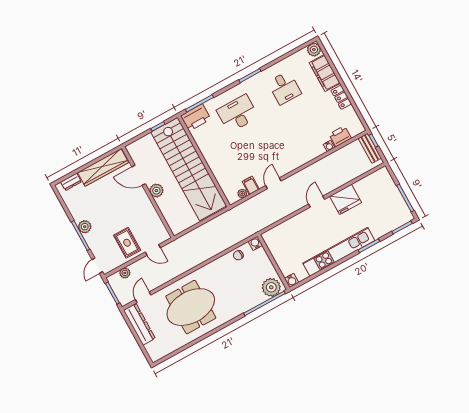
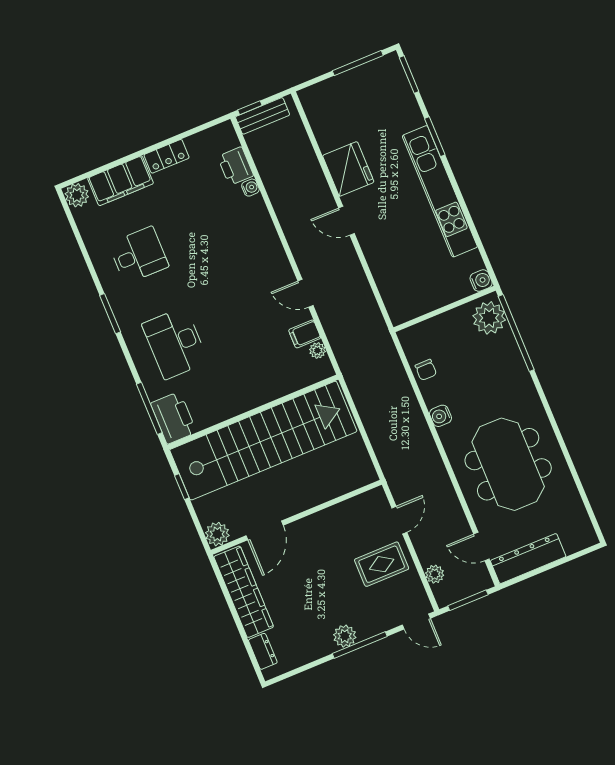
plant: (156, 191) -> (217, 534), moved
water cooler: (255, 243) -> (440, 416), moved

